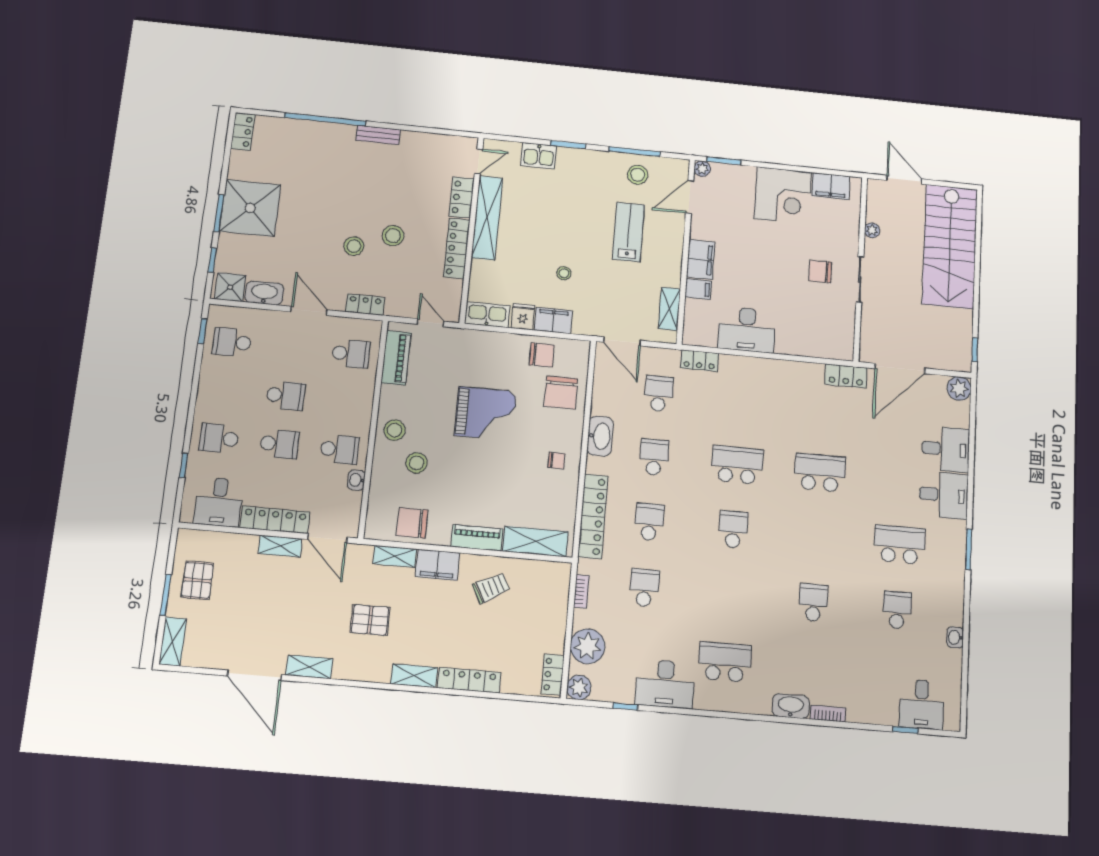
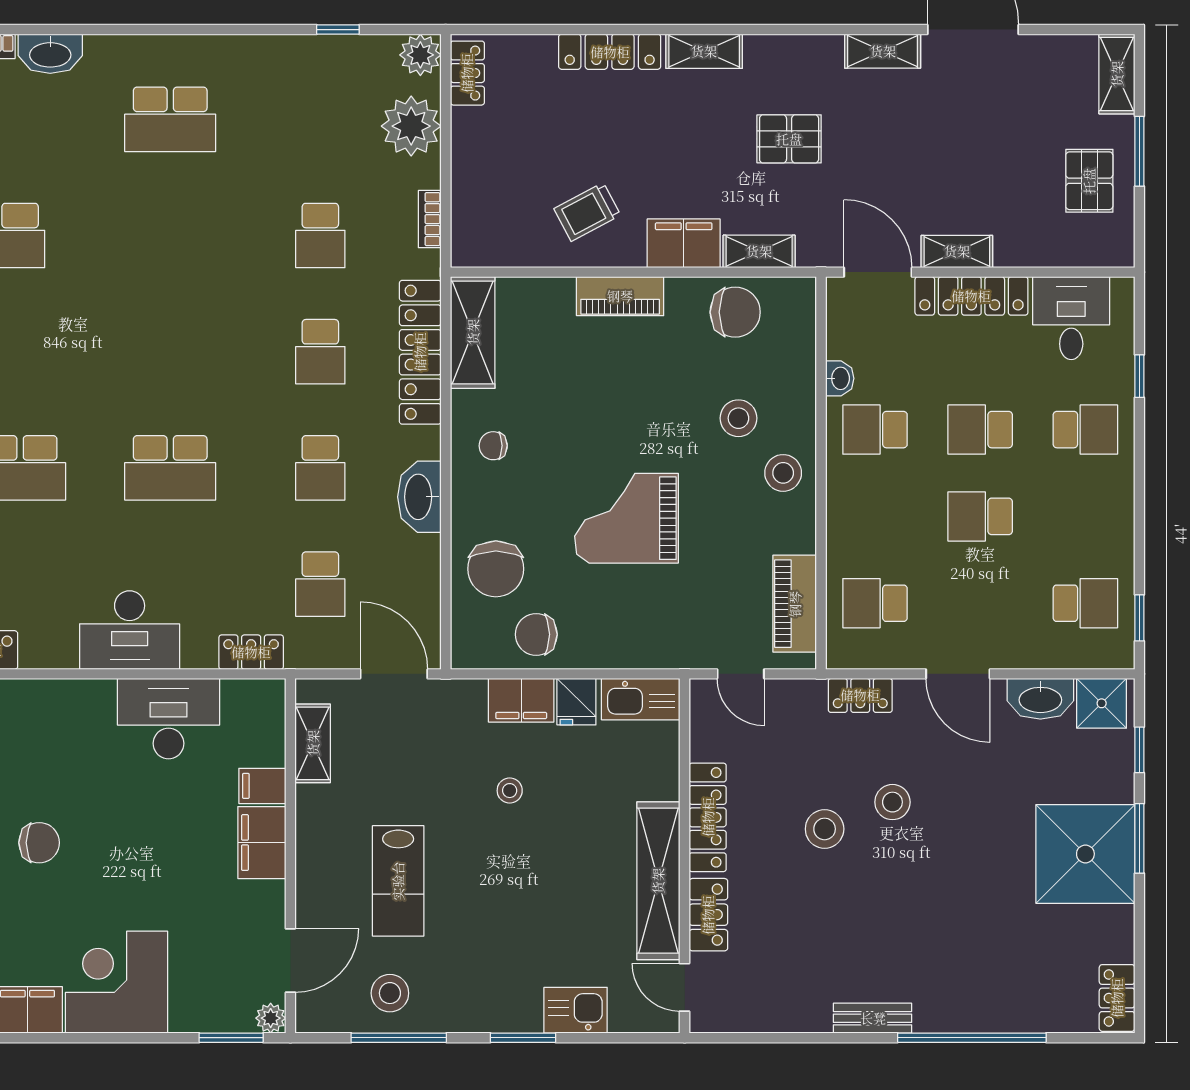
door: (479, 161) -> (685, 987), hinge flipped
chair: (561, 393) -> (496, 569), turned 180
school desk: (733, 529) -> (170, 352), removed
shelving: (535, 541) -> (473, 332), moved, turned 90
desk: (665, 684) -> (130, 630), moved, turned 180

